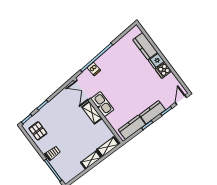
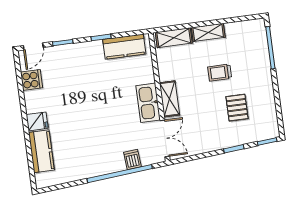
cooker: (163, 70) -> (32, 80), moved
kitchen counter: (152, 112) -> (83, 52), removed
pallet: (38, 131) -> (237, 108), moved
trolley: (53, 153) -> (220, 73), moved

